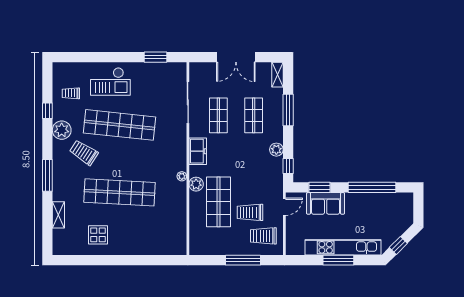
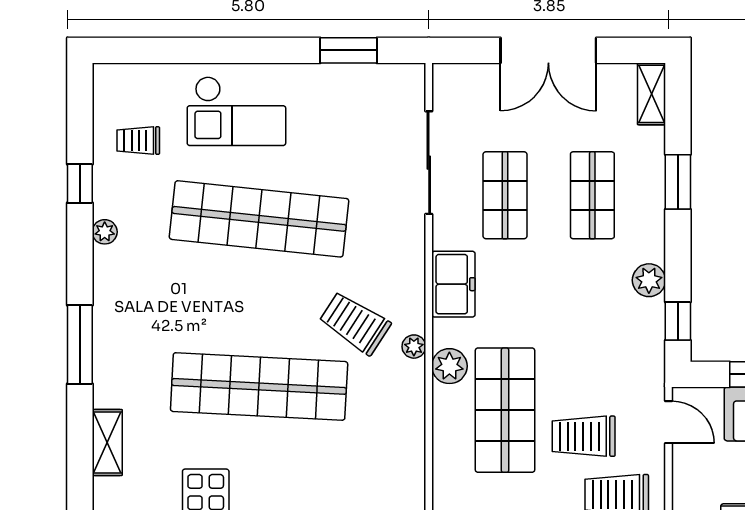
window: (288, 110) -> (678, 182), width x0.69
plant: (62, 130) -> (105, 232), width x0.53, depth x0.53
trolley: (84, 153) -> (355, 323), moved
door: (284, 207) -> (669, 422), hinge flipped

